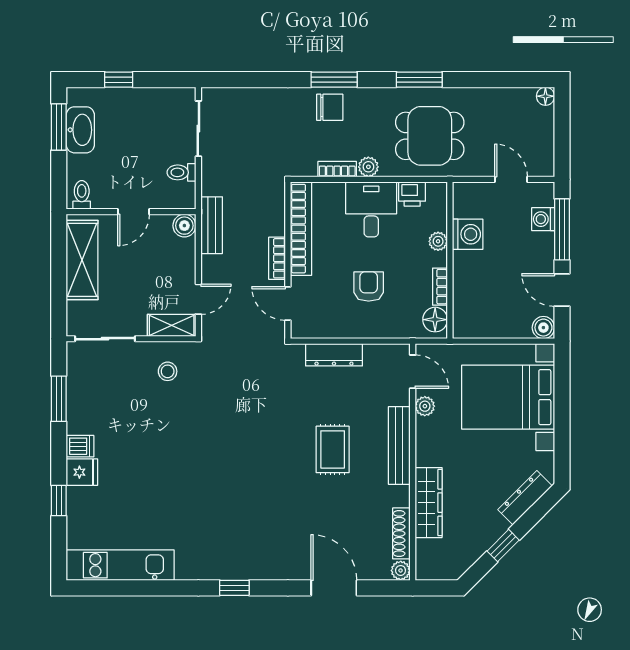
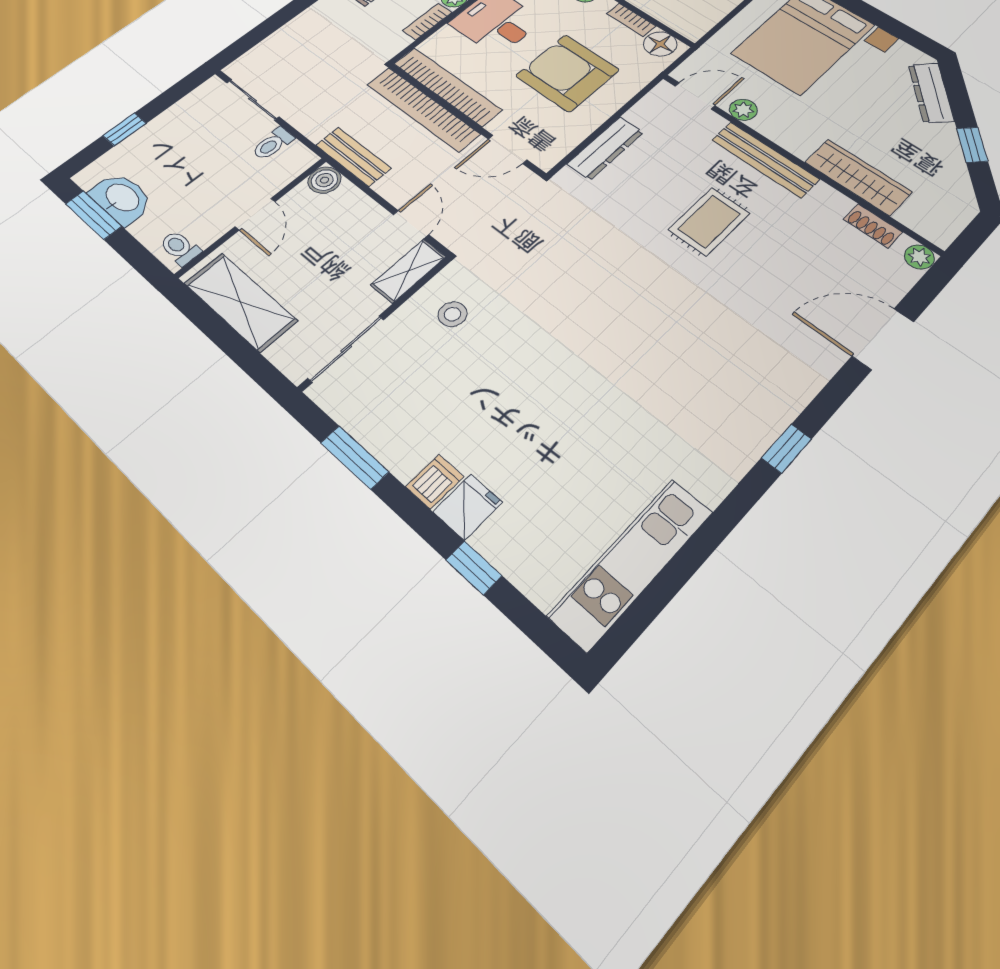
bookcase: (277, 258) -> (423, 109), width x2.31, depth x1.31
armchair: (369, 286) -> (567, 73), width x1.88, depth x1.88
rug: (333, 449) -> (709, 221), turned 90
shoe rack: (401, 533) -> (873, 226), width x0.70

